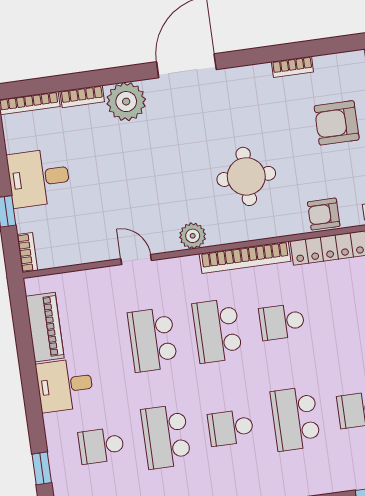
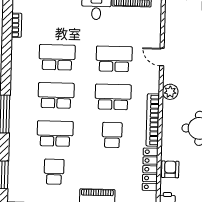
door: (136, 260) -> (162, 57), swing flipped
school desk: (231, 428) -> (56, 95), width x1.85
school desk: (101, 446) -> (58, 19), removed

